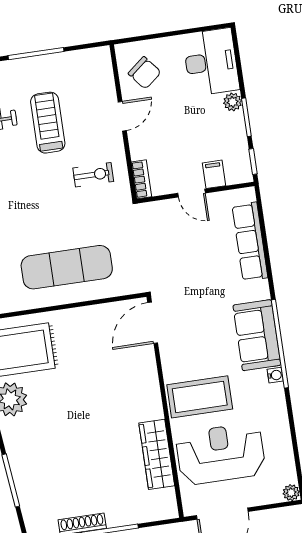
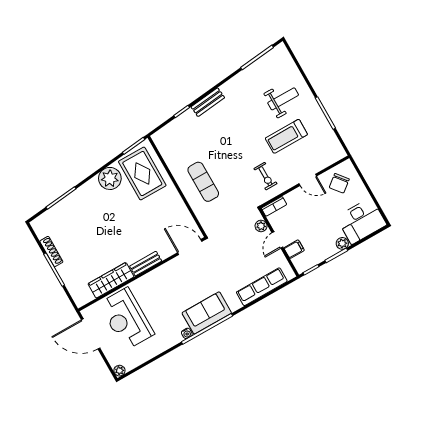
treadmill: (48, 123) -> (286, 136), turned 180
plant: (162, 209) -> (261, 226), added
exercise mat: (67, 267) -> (203, 182), width x0.73, depth x0.69
bench: (152, 395) -> (146, 264), added
coffee table: (200, 397) -> (156, 293), removed
reception desk: (221, 454) -> (126, 319), turned 180

